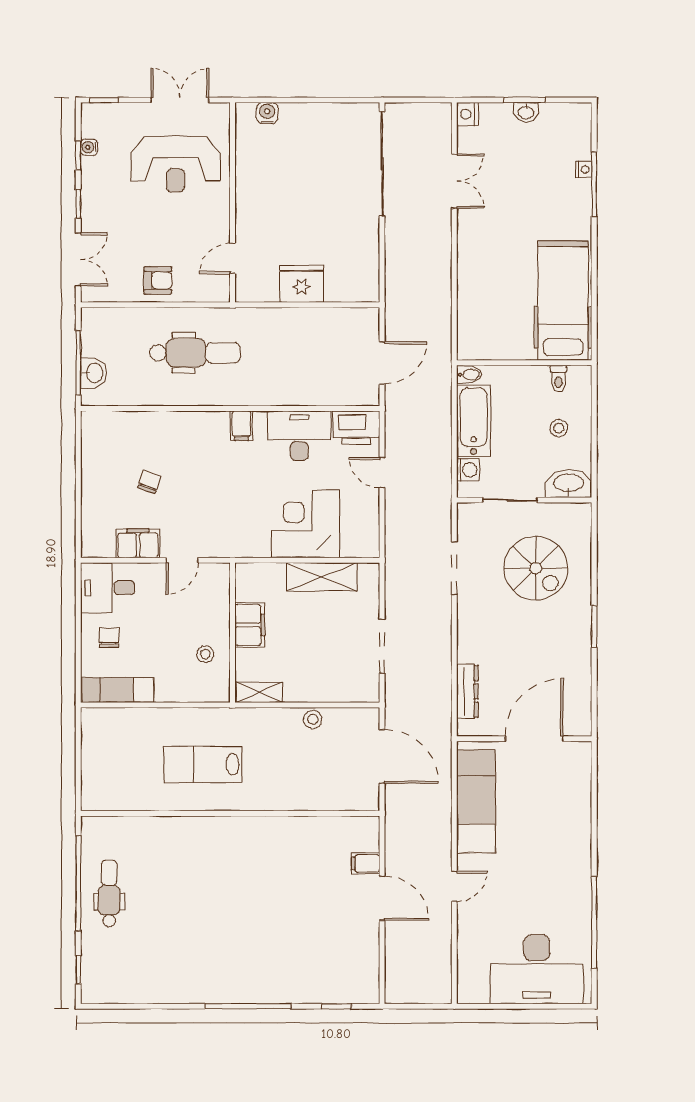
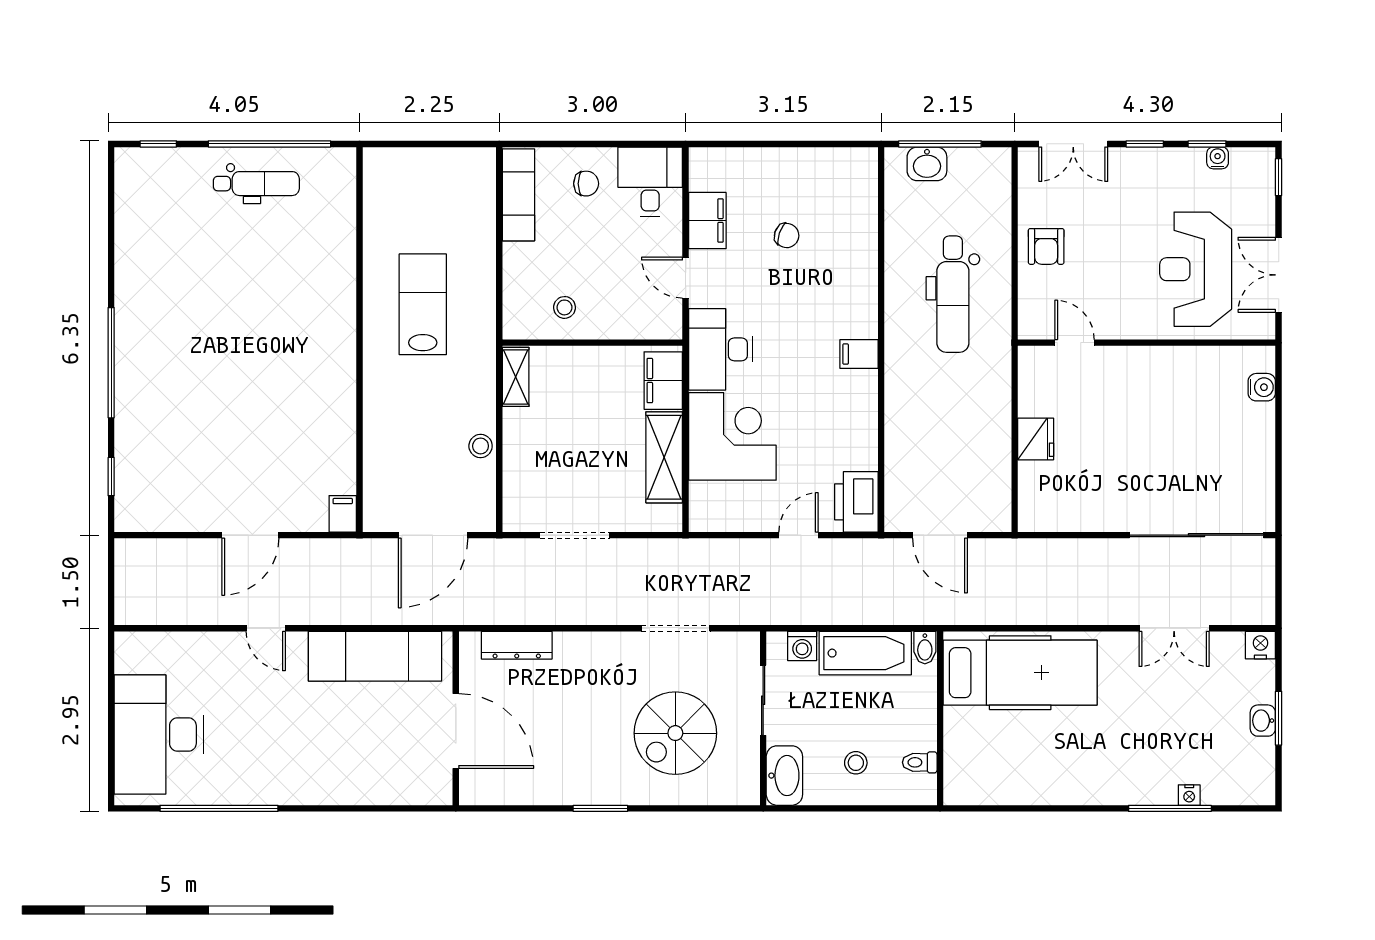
double door: (180, 100) -> (1279, 275), swing flipped
fridge: (301, 284) -> (1036, 439), width x0.73, depth x0.75
hospital bed: (563, 301) -> (1020, 673), moved
desk: (299, 436) -> (721, 349), moved, turned 180
filing cabinet: (250, 625) -> (663, 381), moved, turned 90
filing cabinet: (365, 863) -> (343, 514), moved

